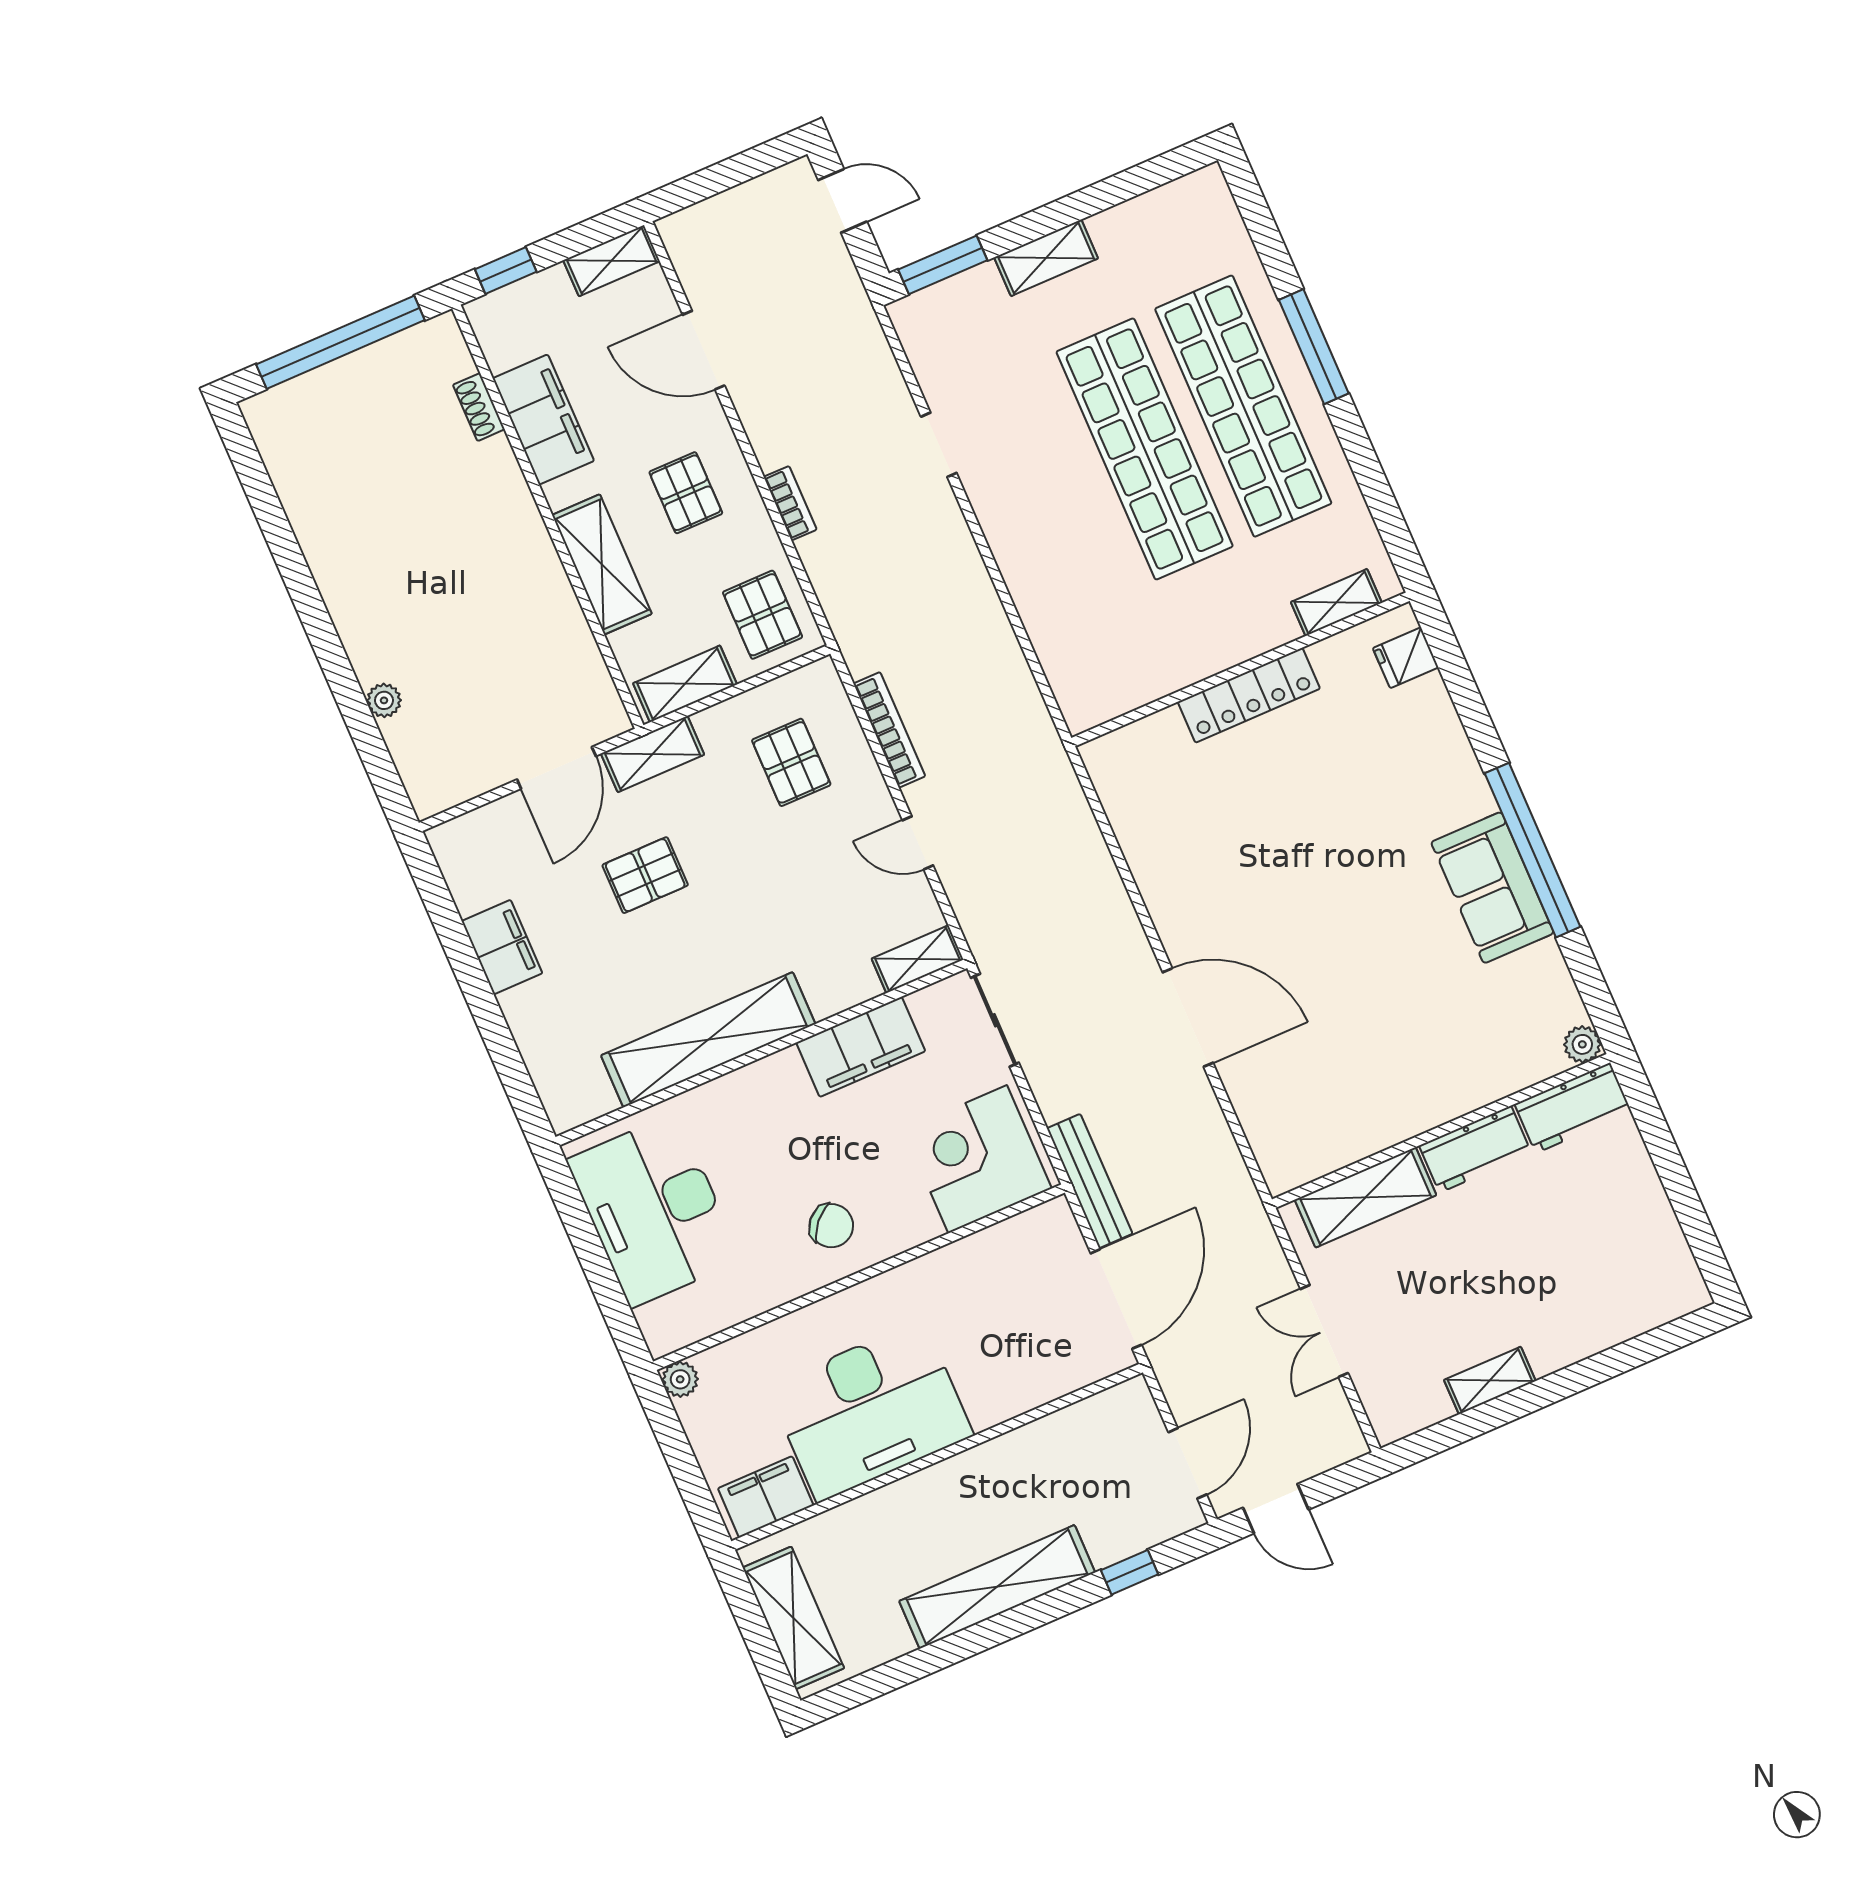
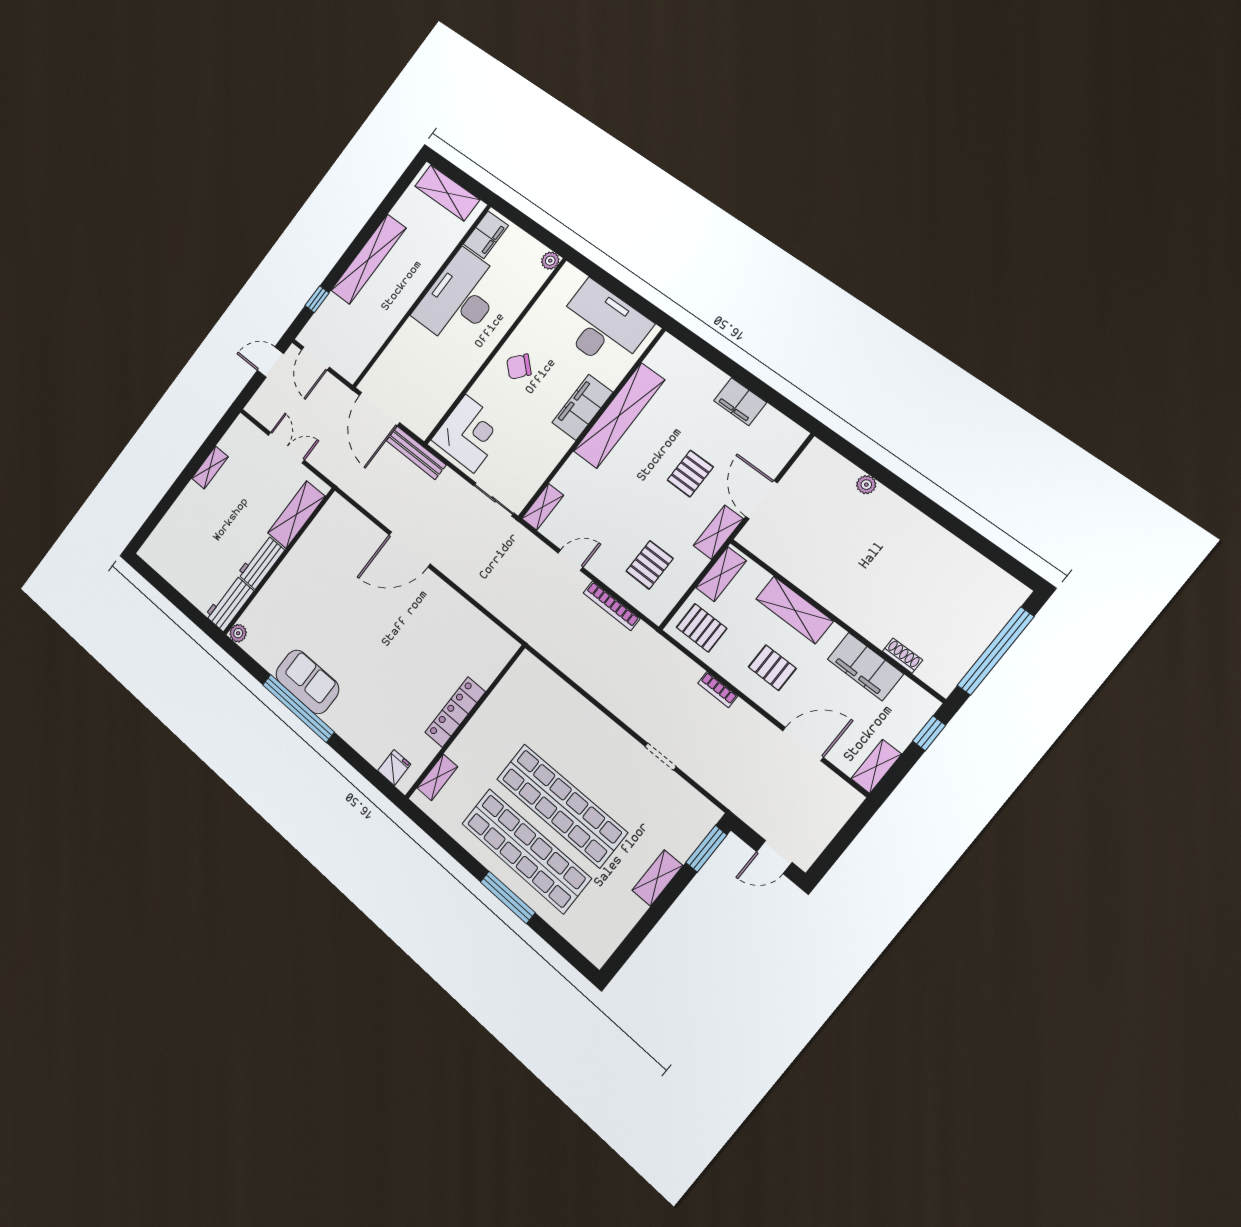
pallet: (791, 762) -> (650, 565), turned 90
filing cabinet: (861, 1047) -> (582, 407), moved

